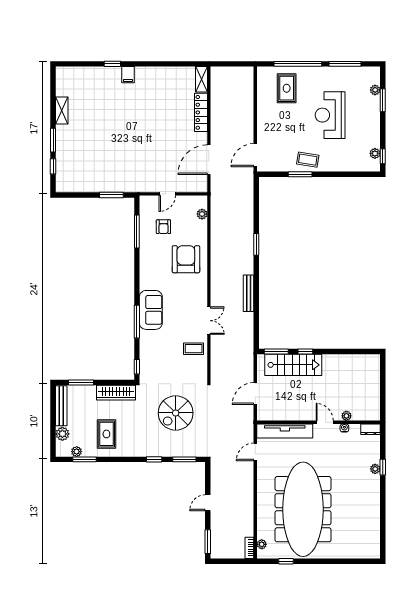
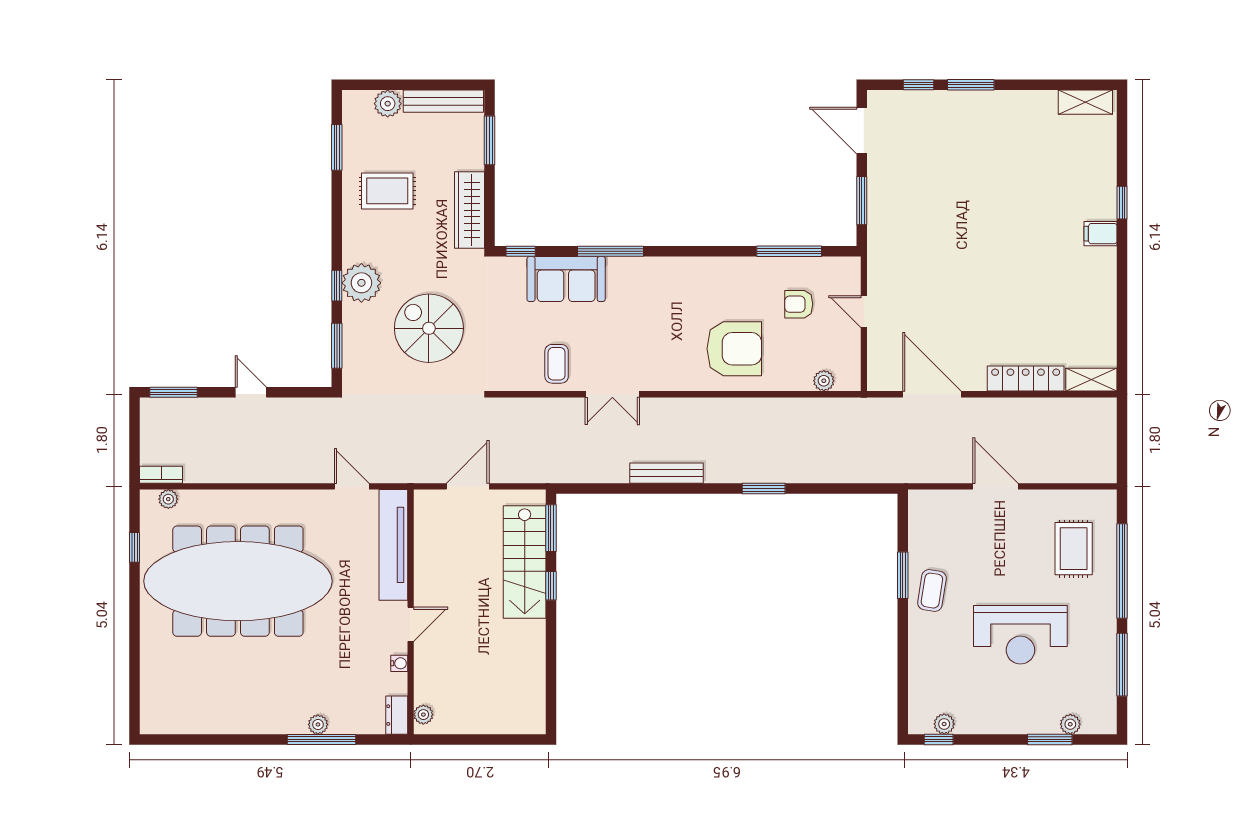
rug: (287, 88) -> (1074, 549), turned 90
shelving: (62, 110) -> (1085, 102), moved
reception desk: (330, 115) -> (1020, 635), turned 180
door: (255, 155) -> (995, 486), moved
door: (76, 195) -> (862, 131), added
sofa: (151, 310) -> (566, 279), moved
door: (255, 393) -> (468, 486), hinge flipped
plant: (346, 416) -> (423, 715), moved
plant: (77, 452) -> (361, 283), moved, width x1.88, depth x1.88
window: (383, 467) -> (322, 739), width x2.17

